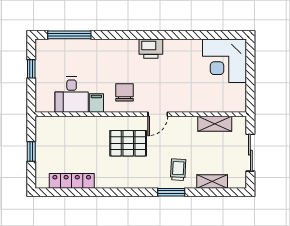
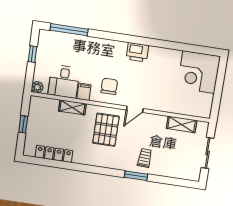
plant: (42, 106) -> (37, 87), added
pallet: (128, 143) -> (106, 130), turned 90
shelving: (212, 181) -> (72, 107), moved

